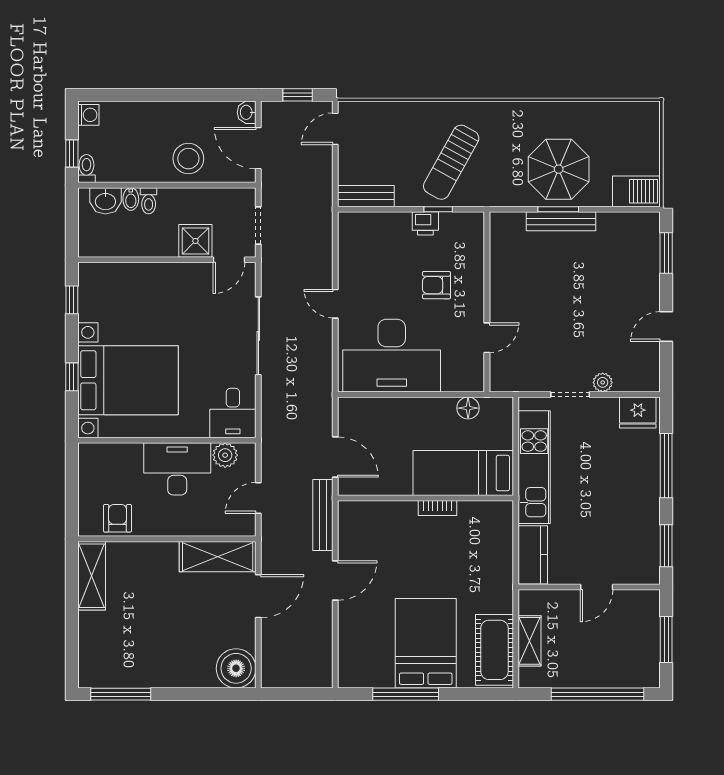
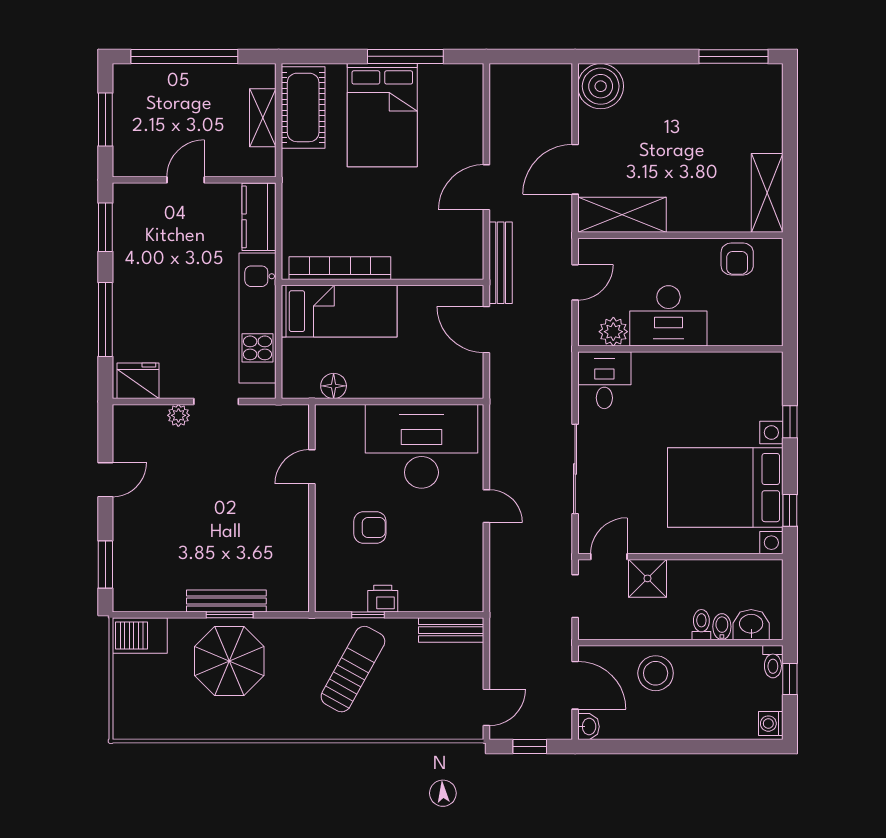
bed with nightstands: (128, 380) -> (725, 488), moved
bookcase: (437, 508) -> (340, 268), width x2.31, depth x1.31

